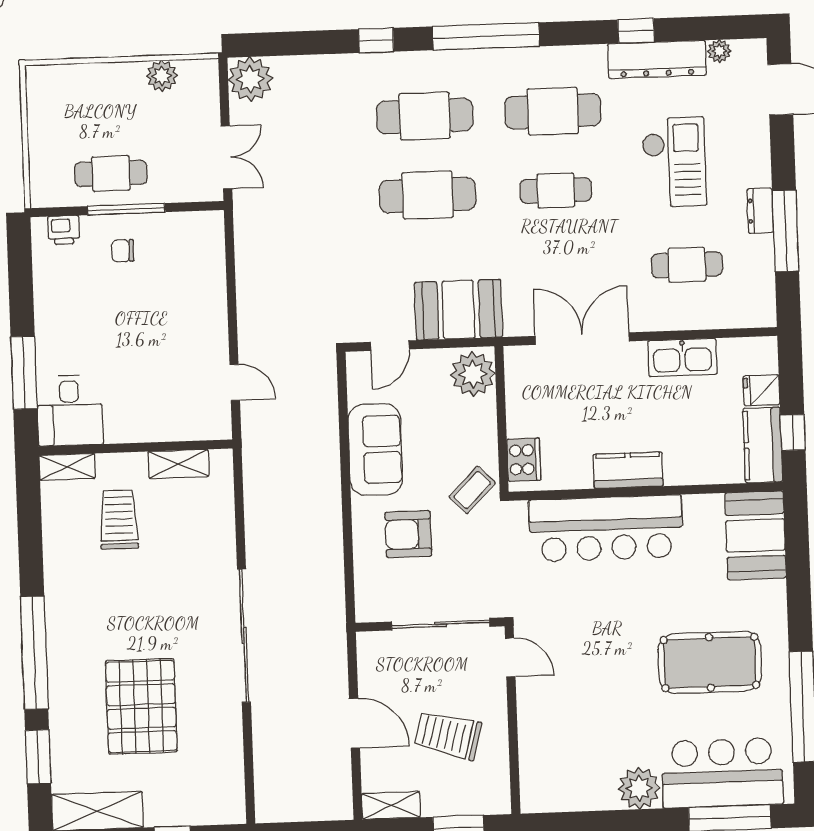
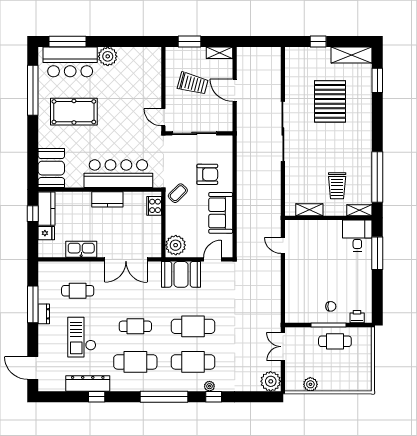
plant: (719, 51) -> (209, 386), moved
window: (34, 653) -> (377, 177), moved

